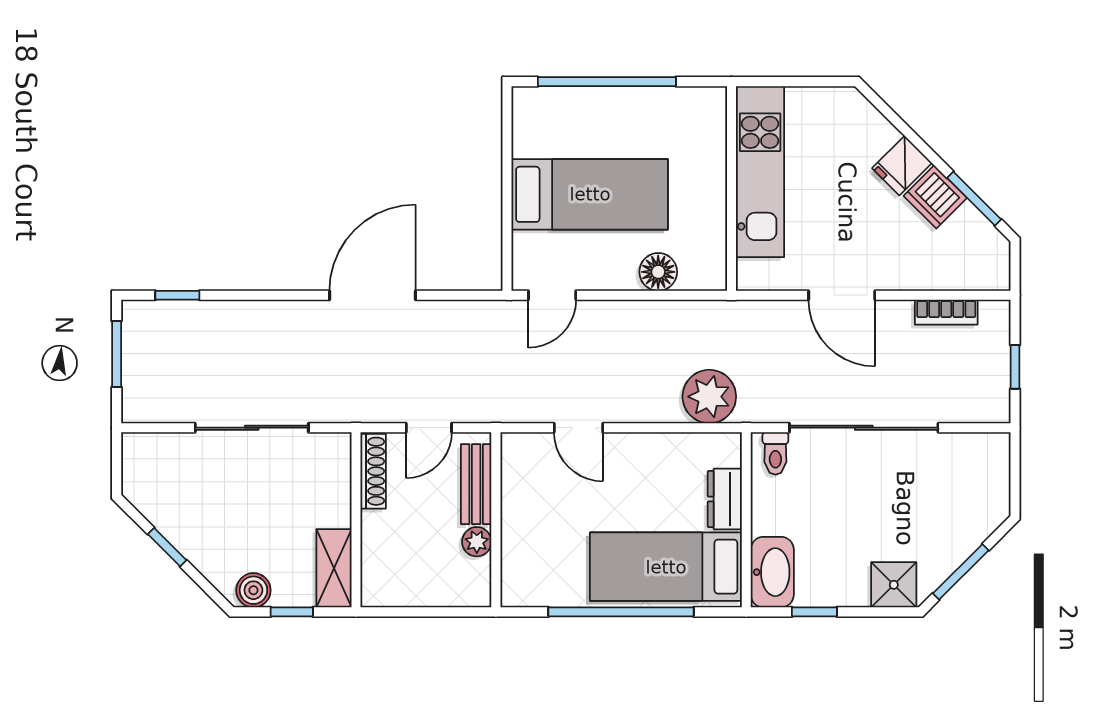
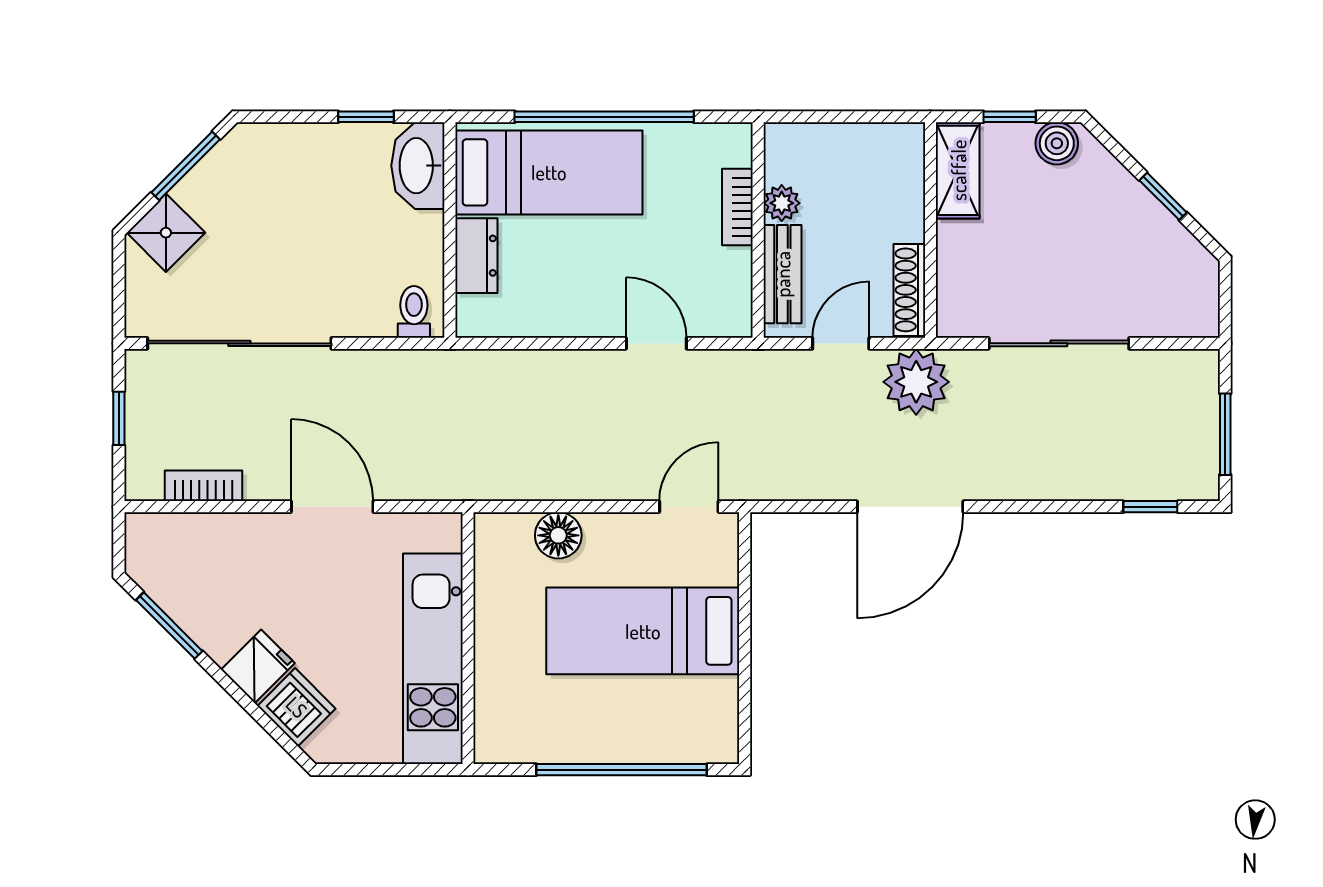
dishwasher: (935, 197) -> (297, 707), moved
plant: (709, 397) -> (916, 382), moved
sliding door: (864, 428) -> (239, 343), moved
bookcase: (513, 538) -> (737, 207), added
shower: (894, 585) -> (166, 233), moved, turned 45

